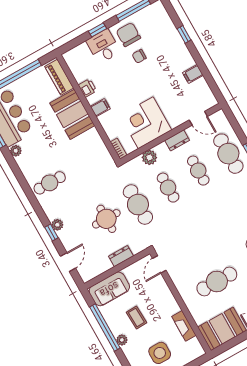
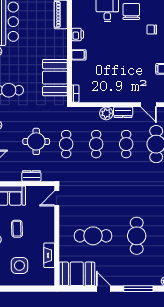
chair: (139, 56) -> (152, 30), moved
booth: (72, 114) -> (55, 78), moved
corner desk: (146, 123) -> (107, 86), removed
plant: (149, 157) -> (106, 113), moved
cafe table: (138, 205) -> (66, 144), width x0.73, depth x0.74

